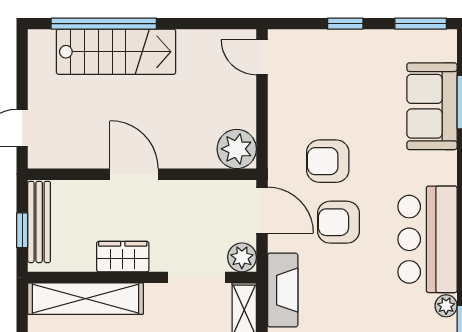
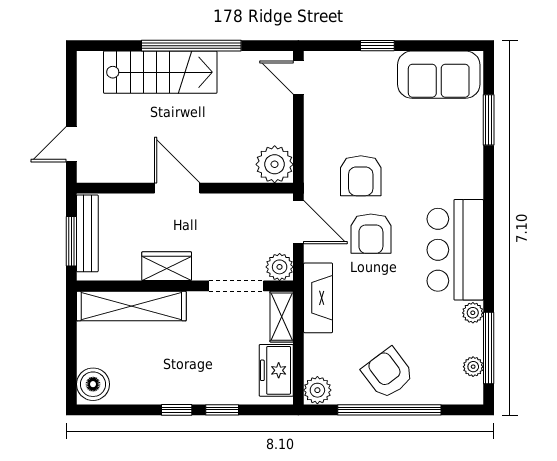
window: (104, 24) -> (191, 46), moved
window: (421, 24) -> (449, 46), removed
sofa: (432, 106) -> (439, 75), moved, turned -90
armchair: (328, 161) -> (361, 176), turned -90
armchair: (338, 222) -> (371, 234), turned -90
window: (22, 230) -> (71, 241), width x1.50

